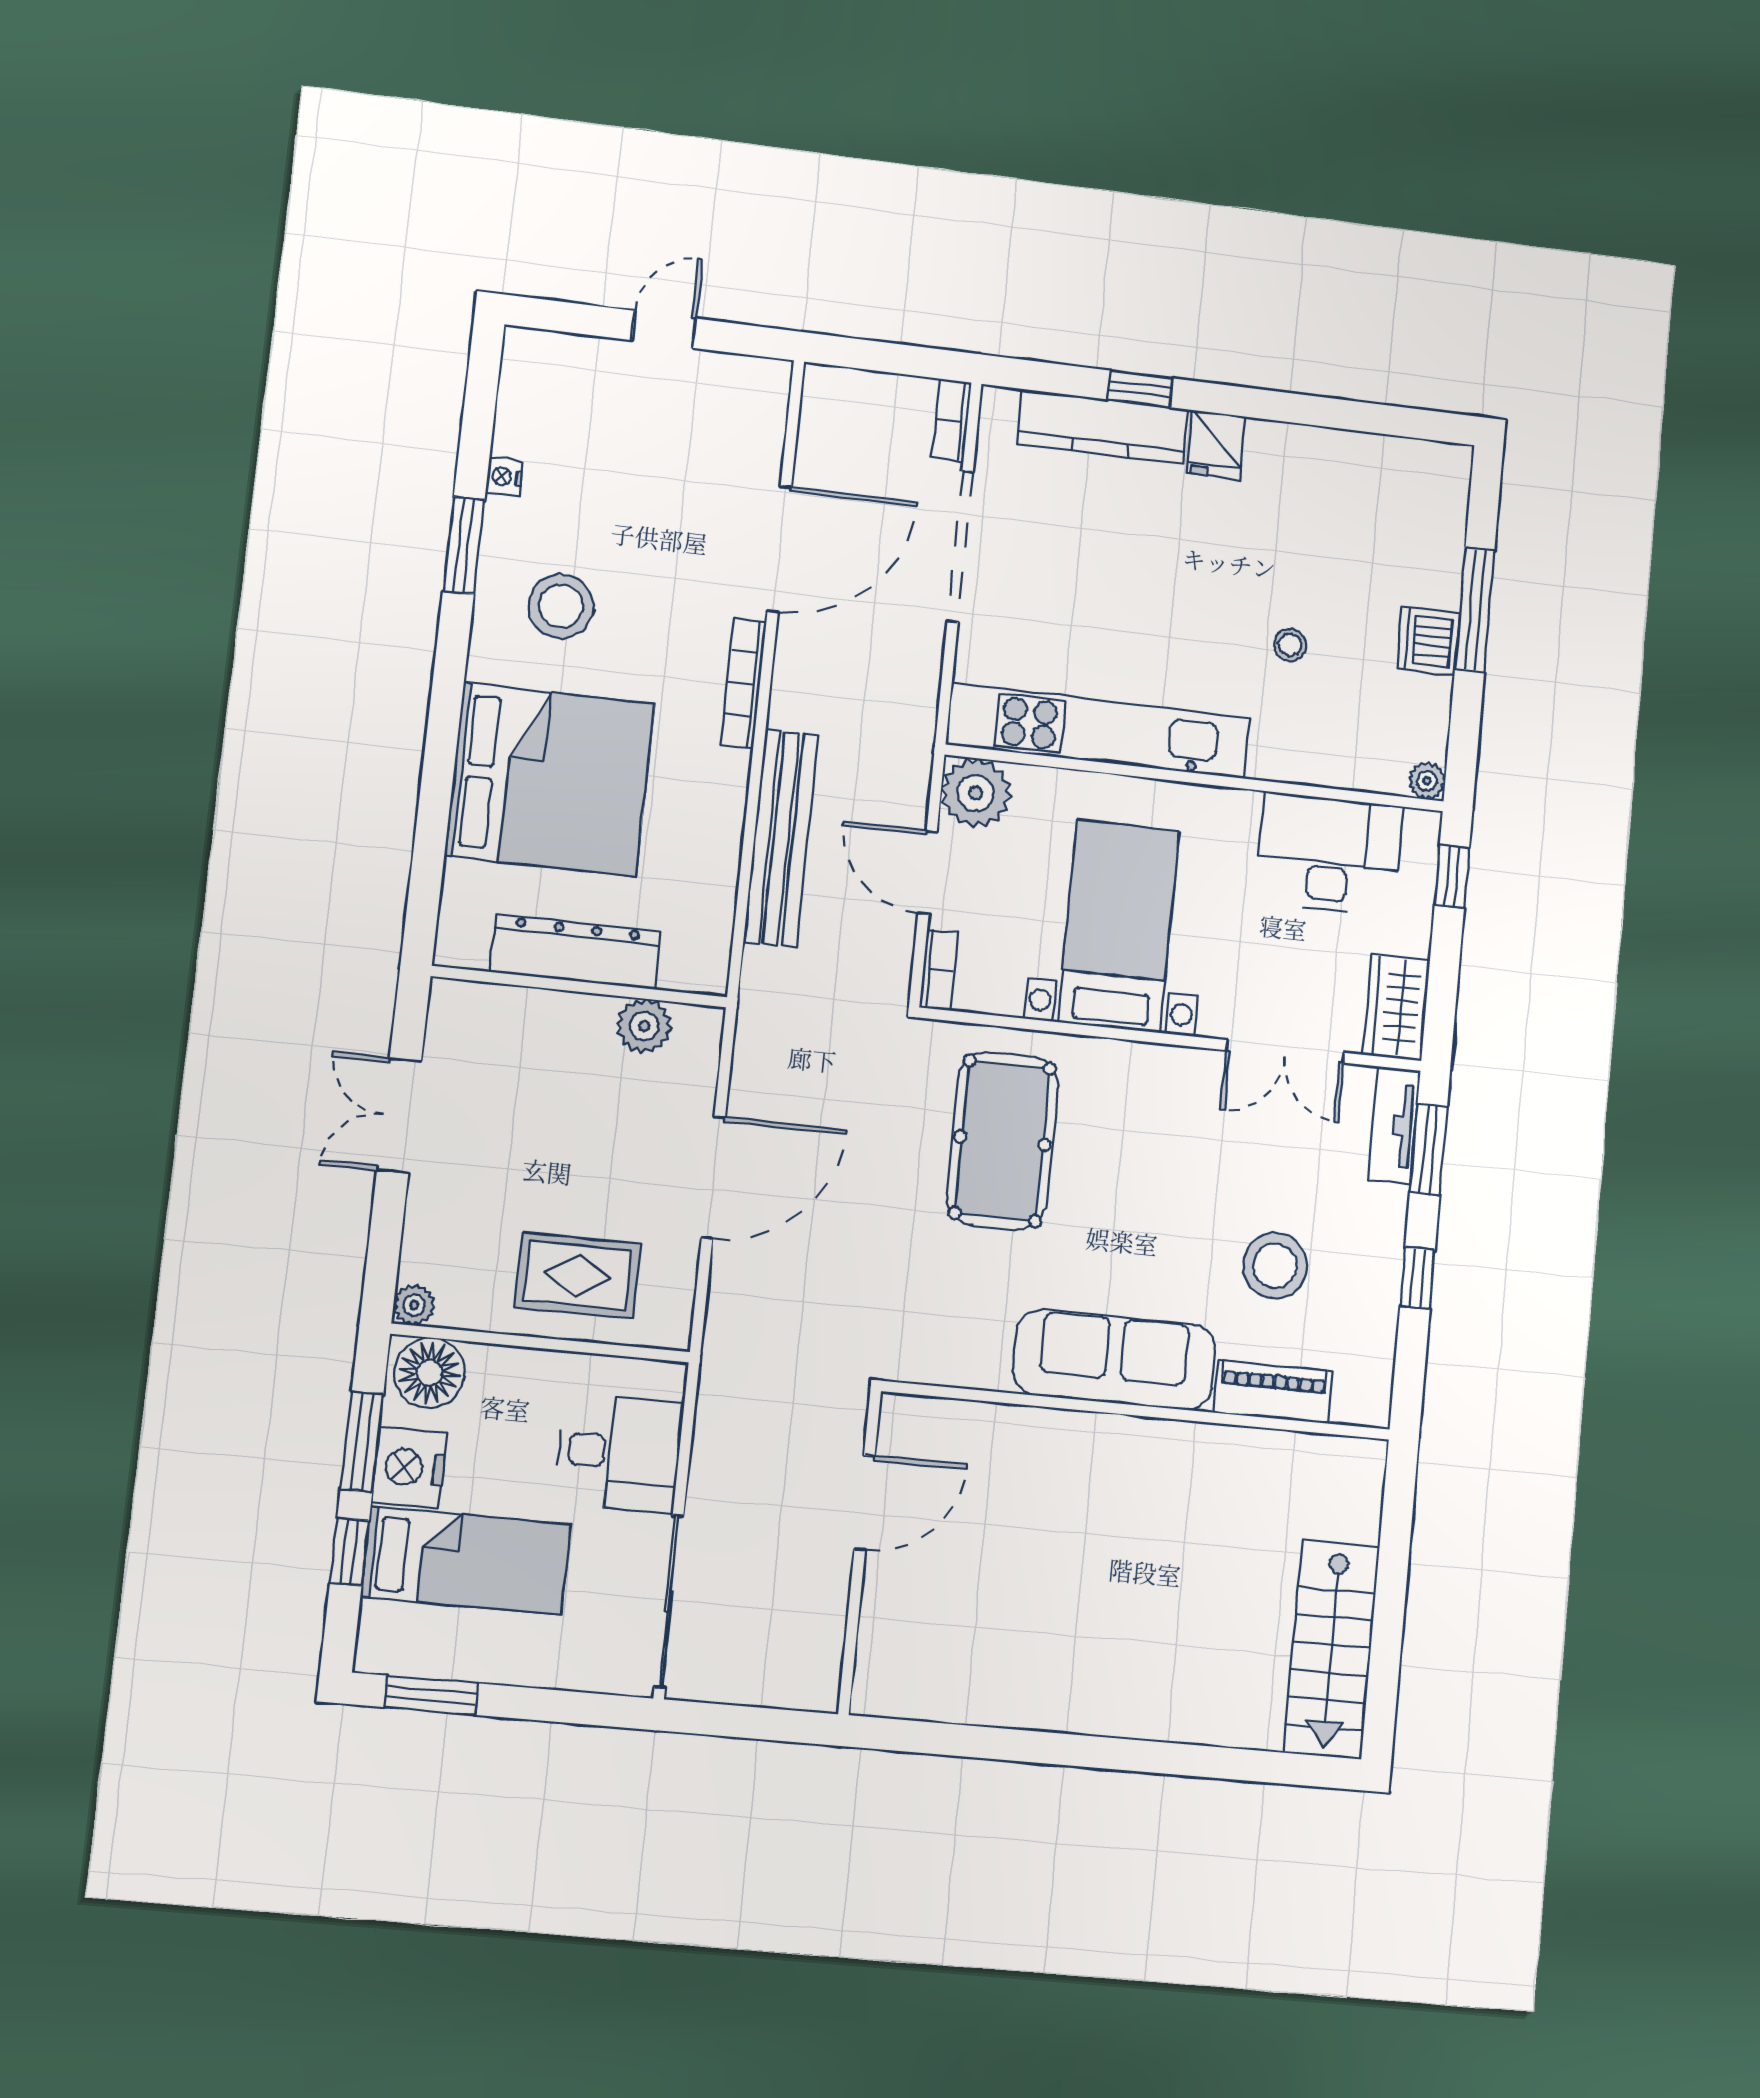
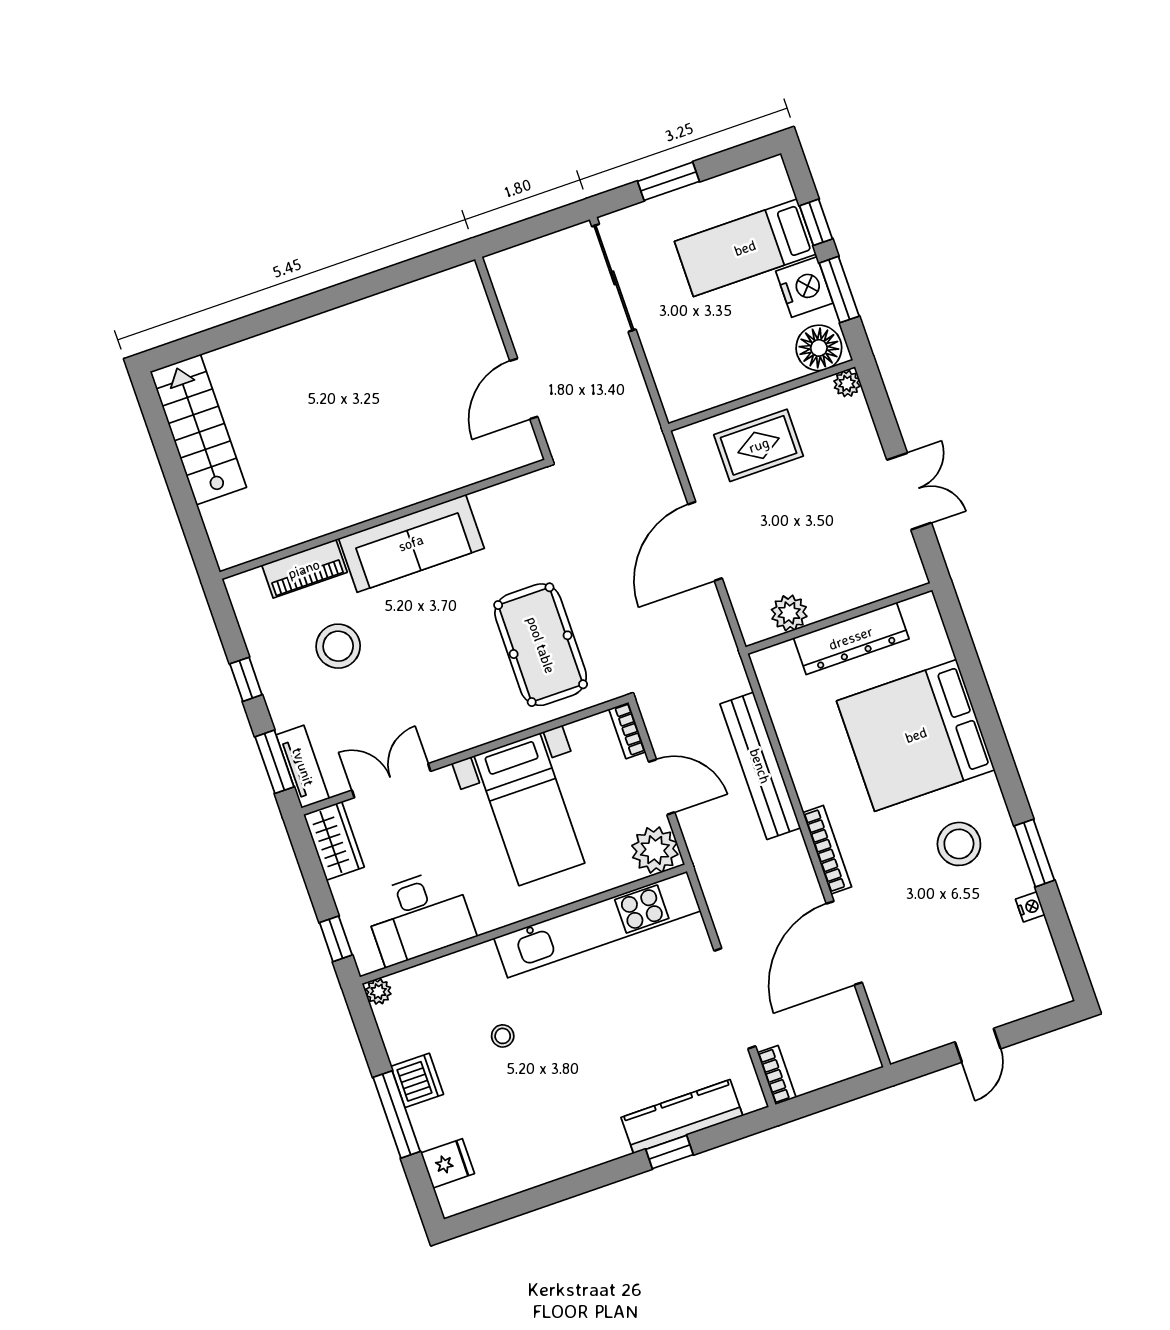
fridge: (1216, 445) -> (448, 1163), moved, turned 90
desk: (619, 1453) -> (685, 352), removed
window: (431, 1695) -> (668, 181), moved

